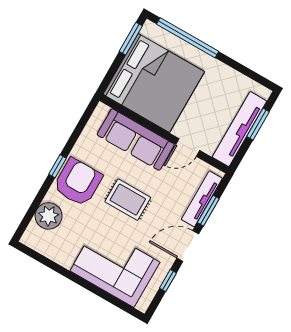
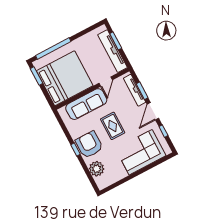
rug: (128, 200) -> (113, 126), turned 90

